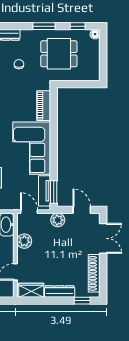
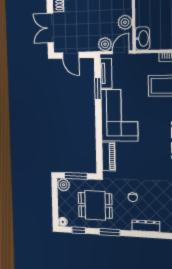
plant: (93, 74) -> (64, 185), added
window: (79, 84) -> (76, 176), added
window: (54, 192) -> (98, 89), moved
door: (29, 212) -> (121, 52), swing flipped
plant: (58, 220) -> (105, 44), moved

